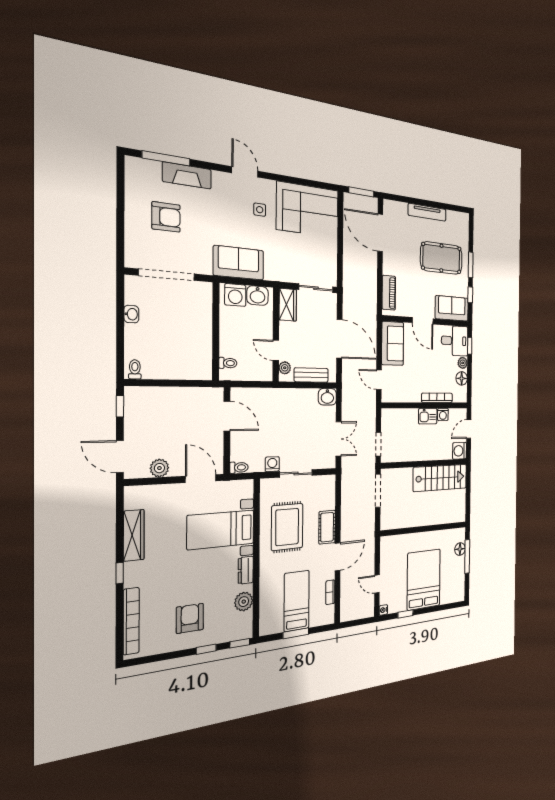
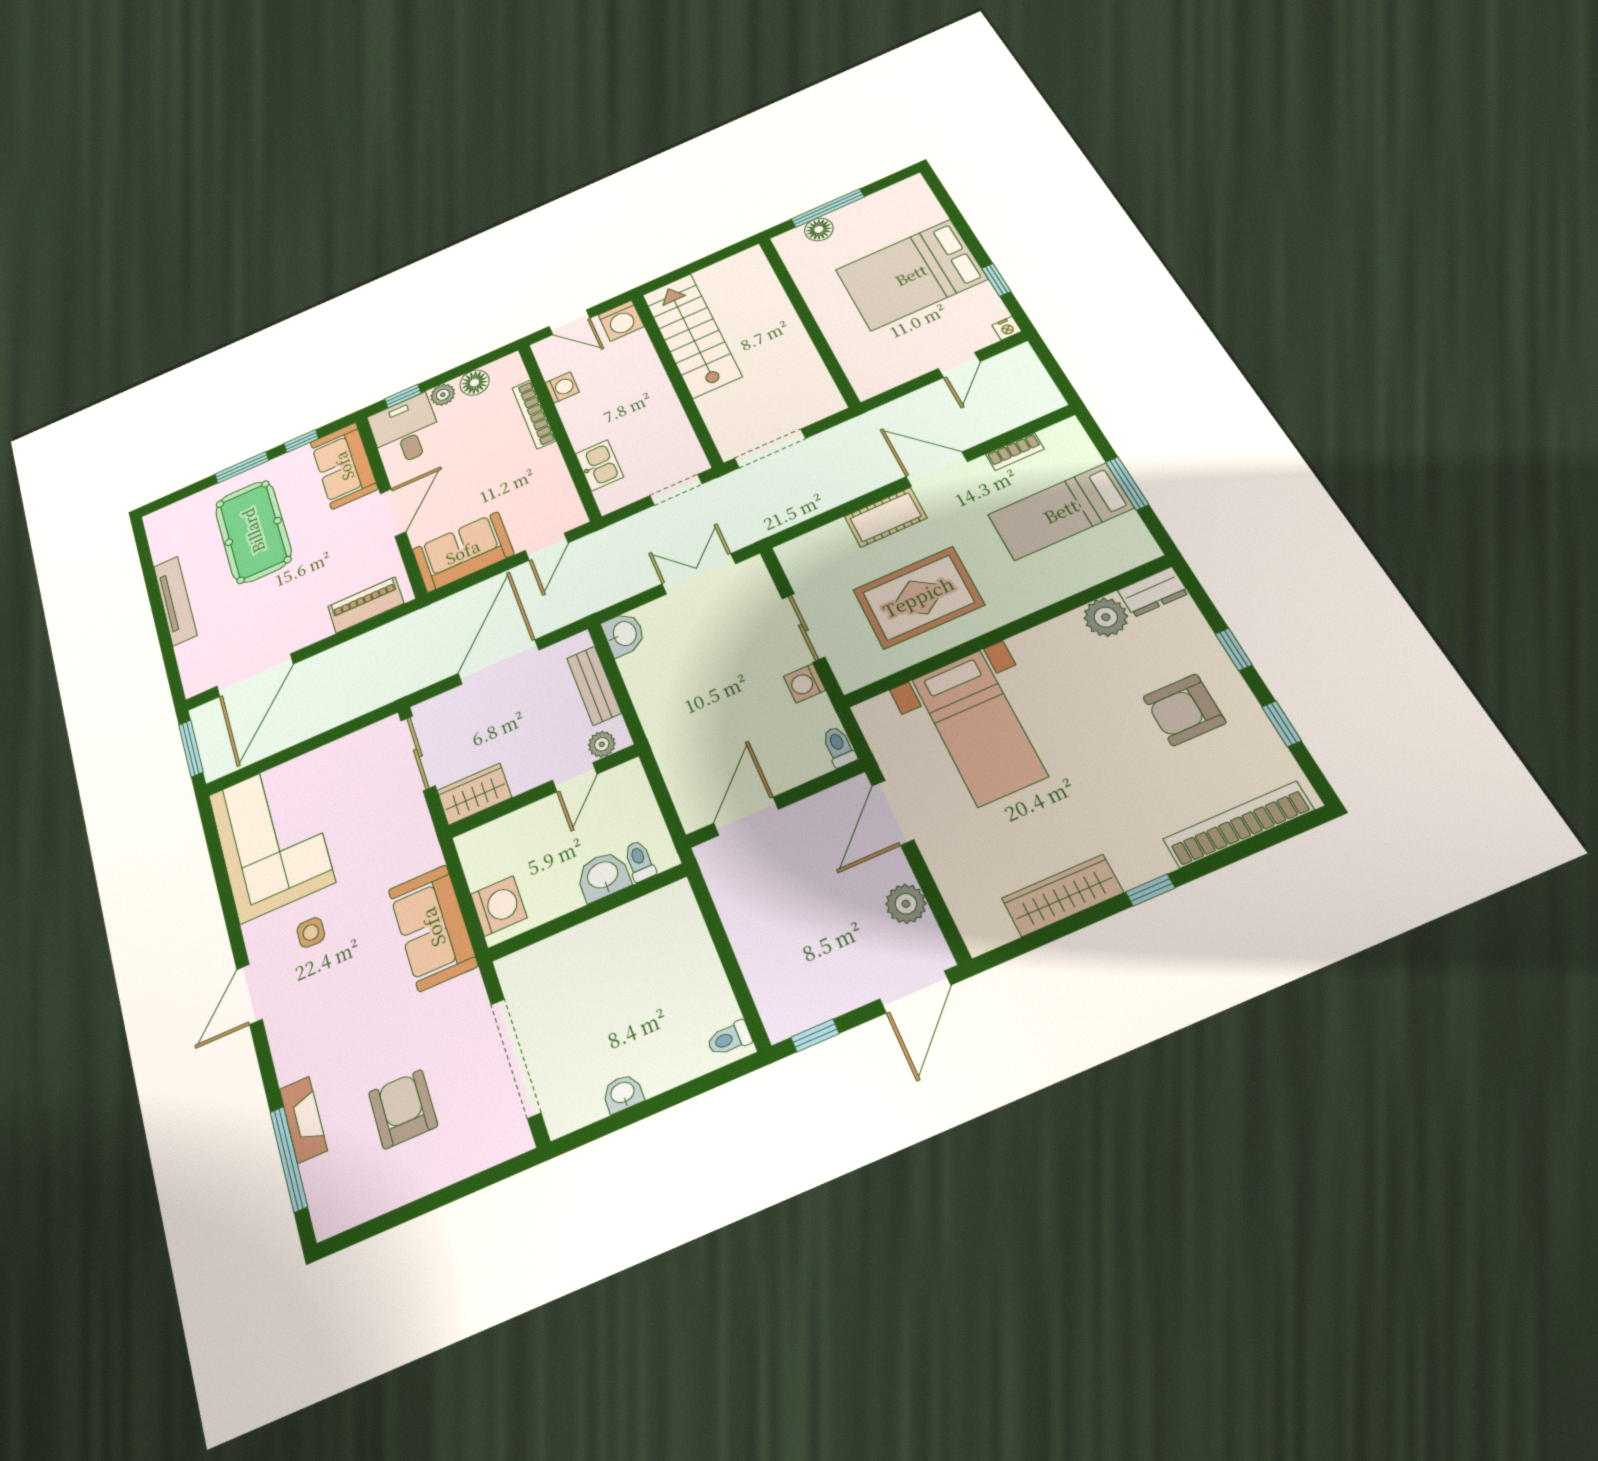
fireplace: (187, 175) -> (303, 1120), width x0.73, depth x0.76
washbasin: (258, 296) -> (603, 876), moved, turned -90
kitchen sink: (428, 416) -> (599, 465), moved
dresser: (246, 570) -> (1153, 592), moved
window: (240, 643) -> (1282, 724), moved

